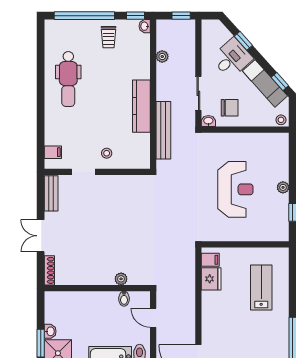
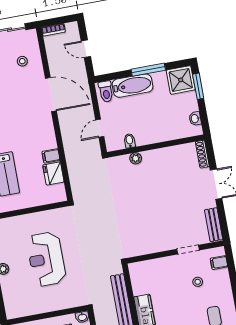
stool: (107, 153) -> (198, 282), moved
filing cabinet: (210, 260) -> (51, 156), moved
door: (153, 318) -> (100, 128), swing flipped
washbasin: (50, 331) -> (195, 119), moved

